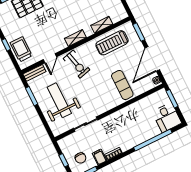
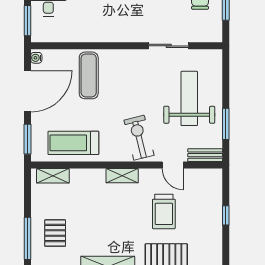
shelving: (102, 25) -> (53, 176), moved
treadmill: (112, 43) -> (73, 143), turned 180
trolley: (21, 49) -> (164, 211), moved
door: (50, 58) -> (173, 165), swing flipped
weight bench: (59, 100) -> (189, 98), turned 180

